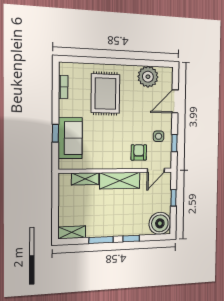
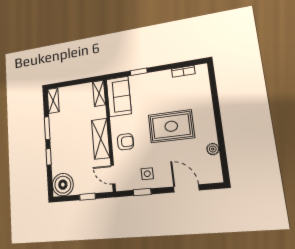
plant: (148, 77) -> (213, 149), width x0.53, depth x0.53
rug: (105, 94) -> (171, 126), moved
sofa: (70, 138) -> (119, 96), moved, turned -90
armchair: (139, 152) -> (125, 142), moved
shelving: (85, 179) -> (99, 93), moved

